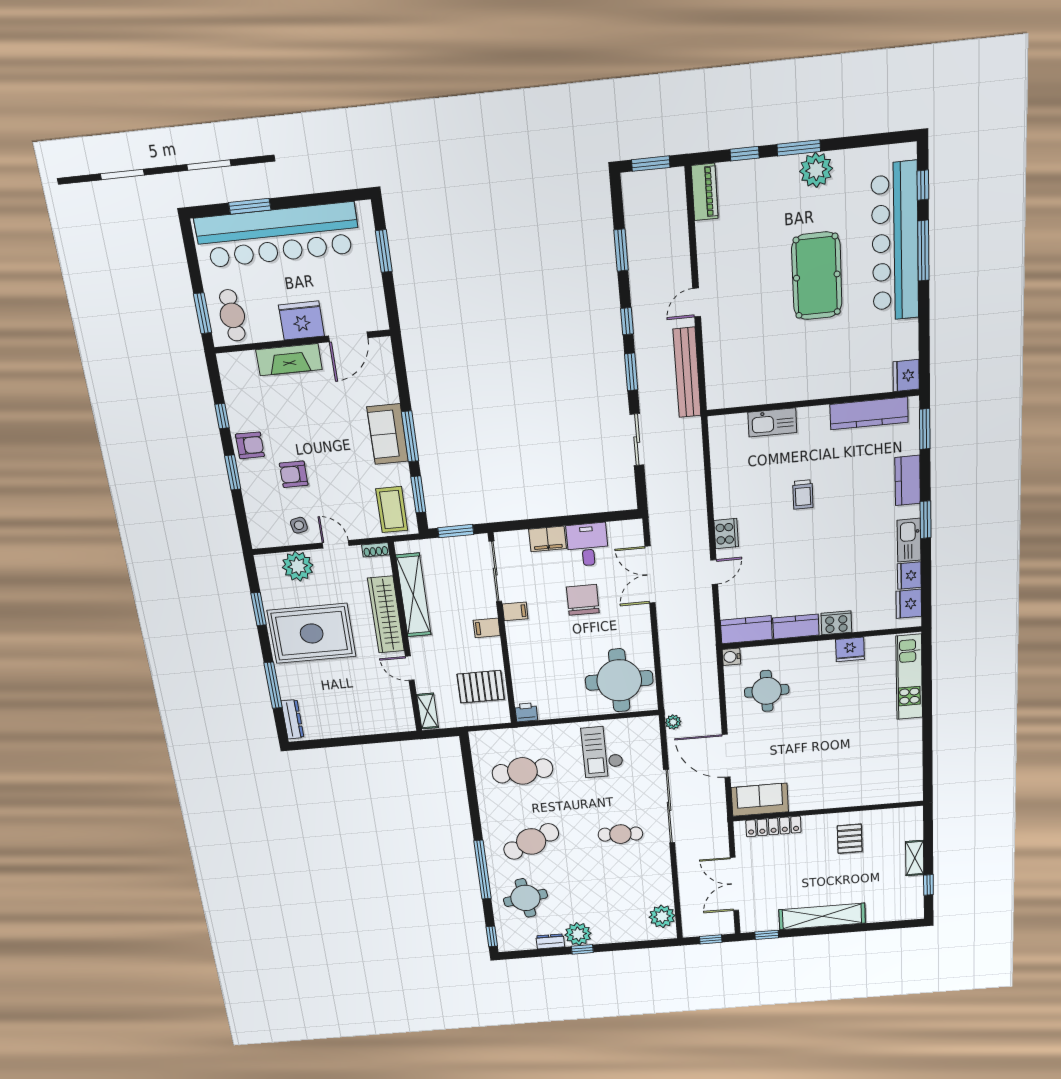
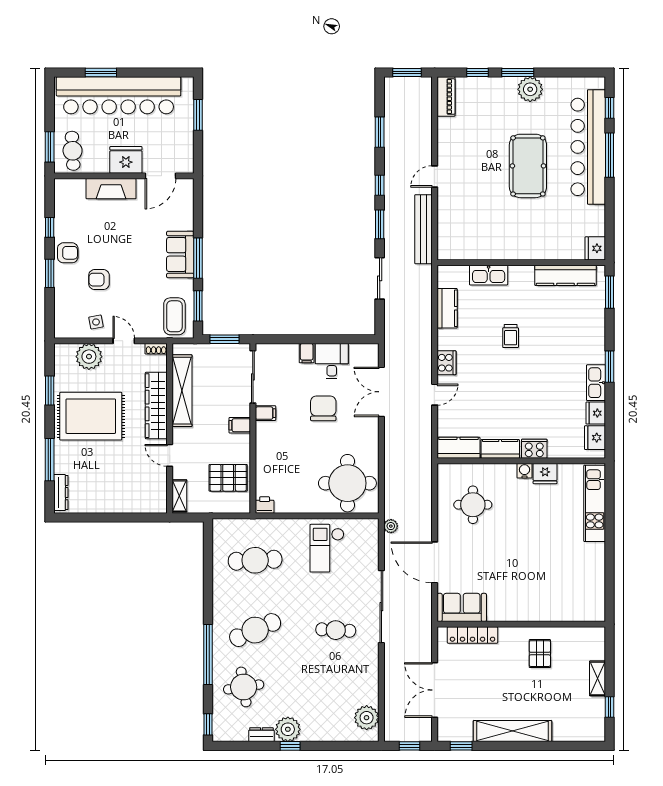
kitchen counter: (908, 481) -> (447, 308), moved, turned 180
filing cabinet: (547, 539) -> (307, 353), width x0.50
water cooler: (731, 657) -> (524, 471), moved, turned 90

